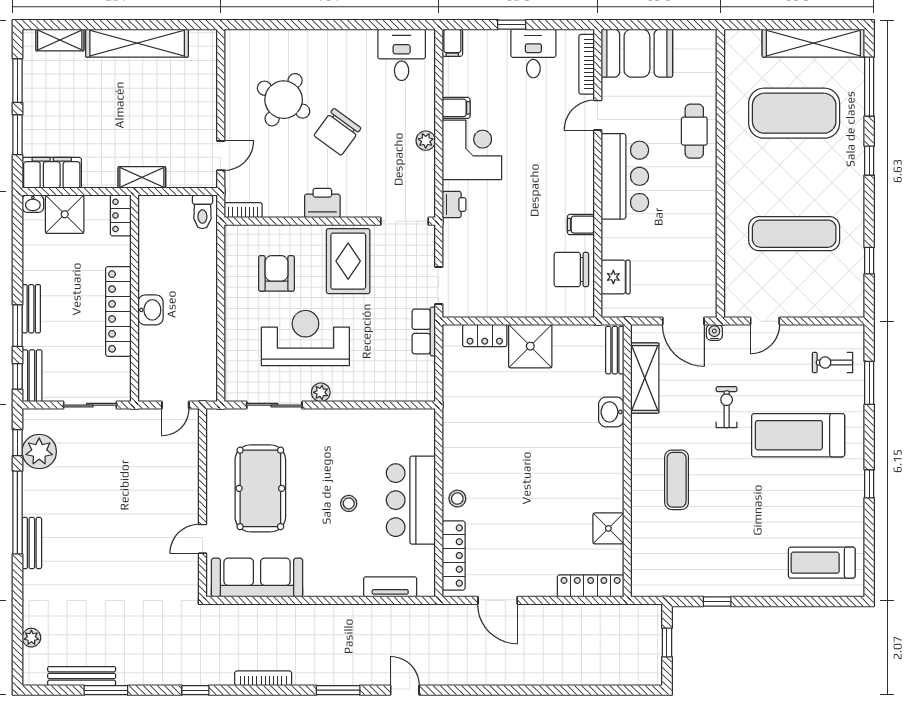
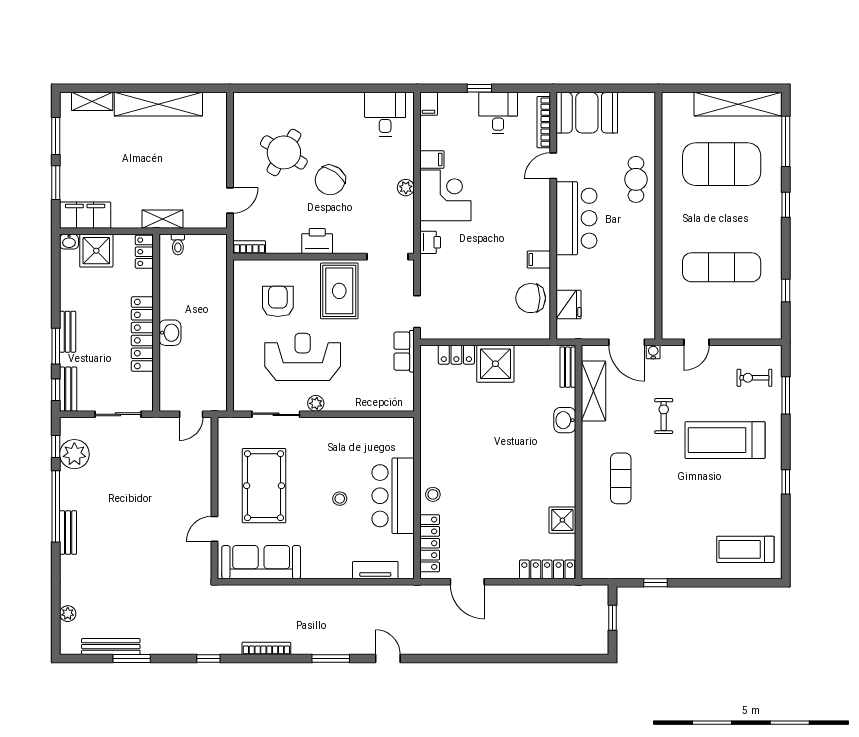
toilet: (202, 212) -> (178, 245), moved, width x0.73, depth x0.72

